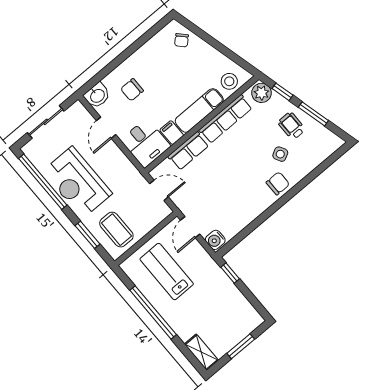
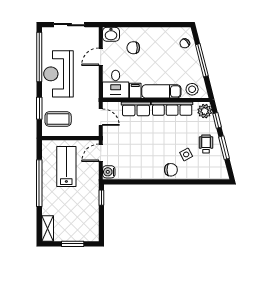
window: (214, 43) -> (202, 60), added
coffee table: (116, 230) -> (58, 119), turned 90

